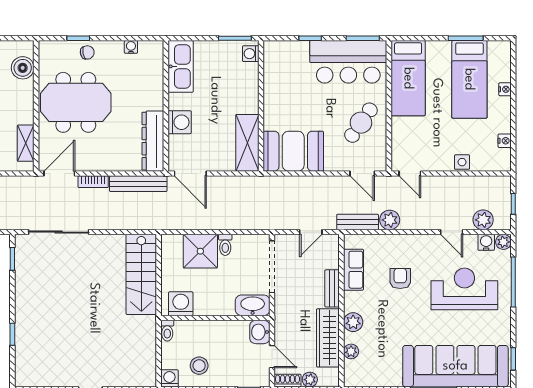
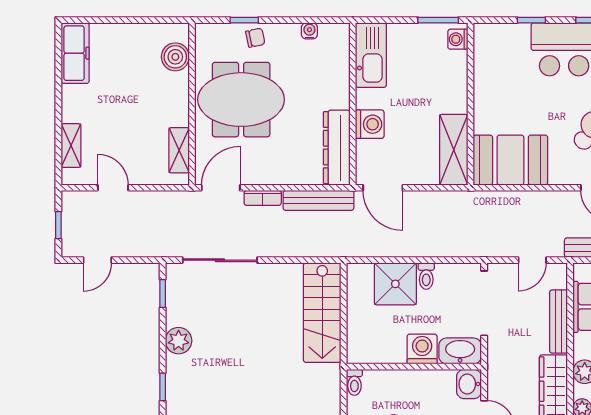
bench: (332, 288) -> (559, 322), width x1.36
plant: (25, 297) -> (179, 341), added
washing machine: (181, 304) -> (422, 349), moved

